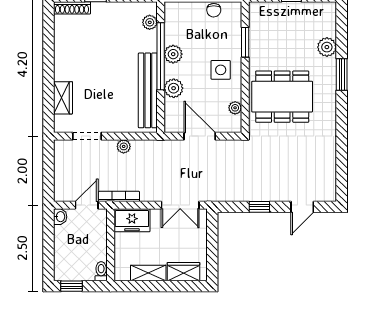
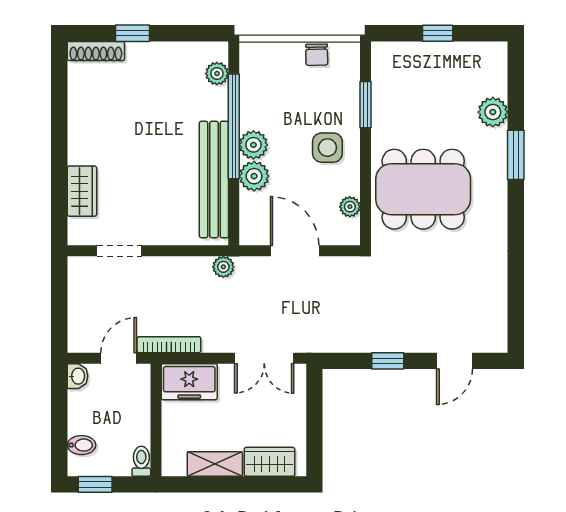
plant: (173, 54) -> (253, 145), moved
plant: (124, 146) -> (223, 267), moved
bidet: (63, 261) -> (81, 445), added

